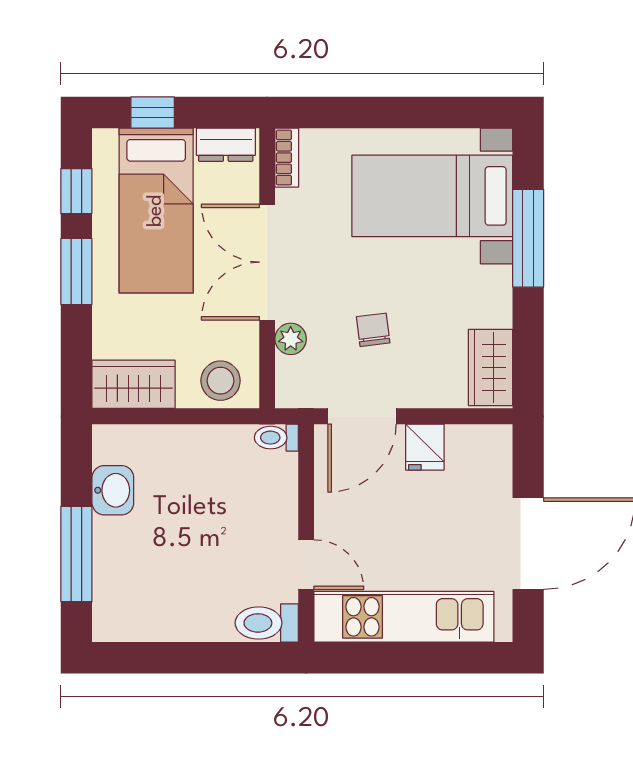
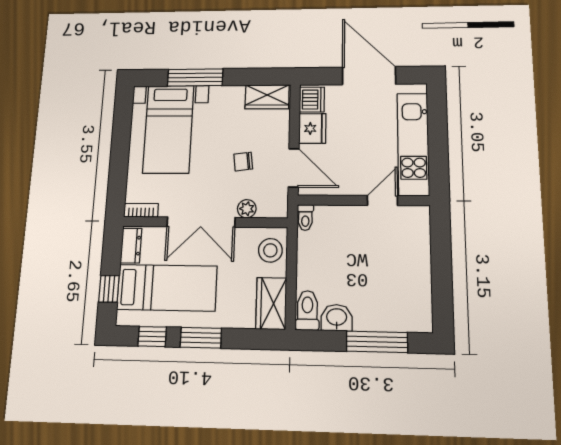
dishwasher: (485, 445) -> (312, 100), added
fridge: (425, 447) -> (312, 128), width x1.38
toilet: (267, 623) -> (307, 310), moved, turned 180

